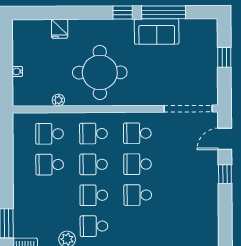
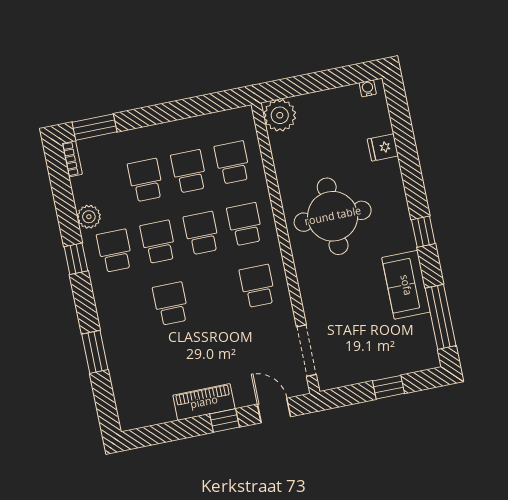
window: (164, 12) -> (441, 317), moved
water cooler: (17, 71) -> (368, 88), moved
plant: (58, 100) -> (280, 115), moved, width x1.87, depth x1.87
doorway: (188, 109) -> (306, 351), width x0.73
school desk: (138, 164) -> (146, 180), moved
piano: (209, 186) -> (204, 402), added

